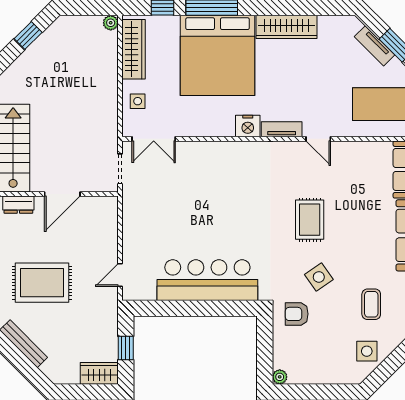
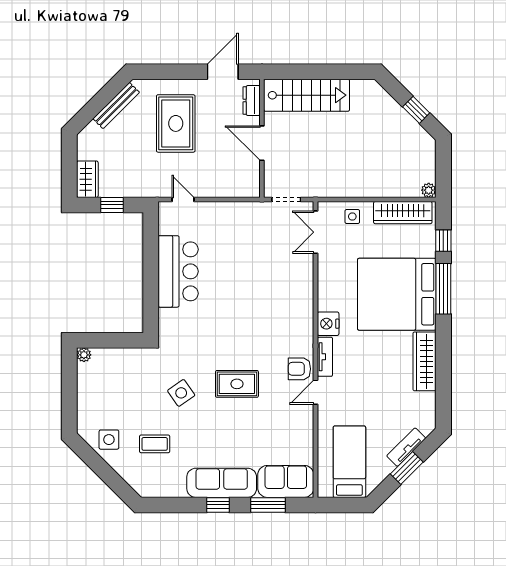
bar counter: (207, 280) -> (178, 271), width x0.73
armchair: (297, 314) -> (299, 369), moved, turned -90

